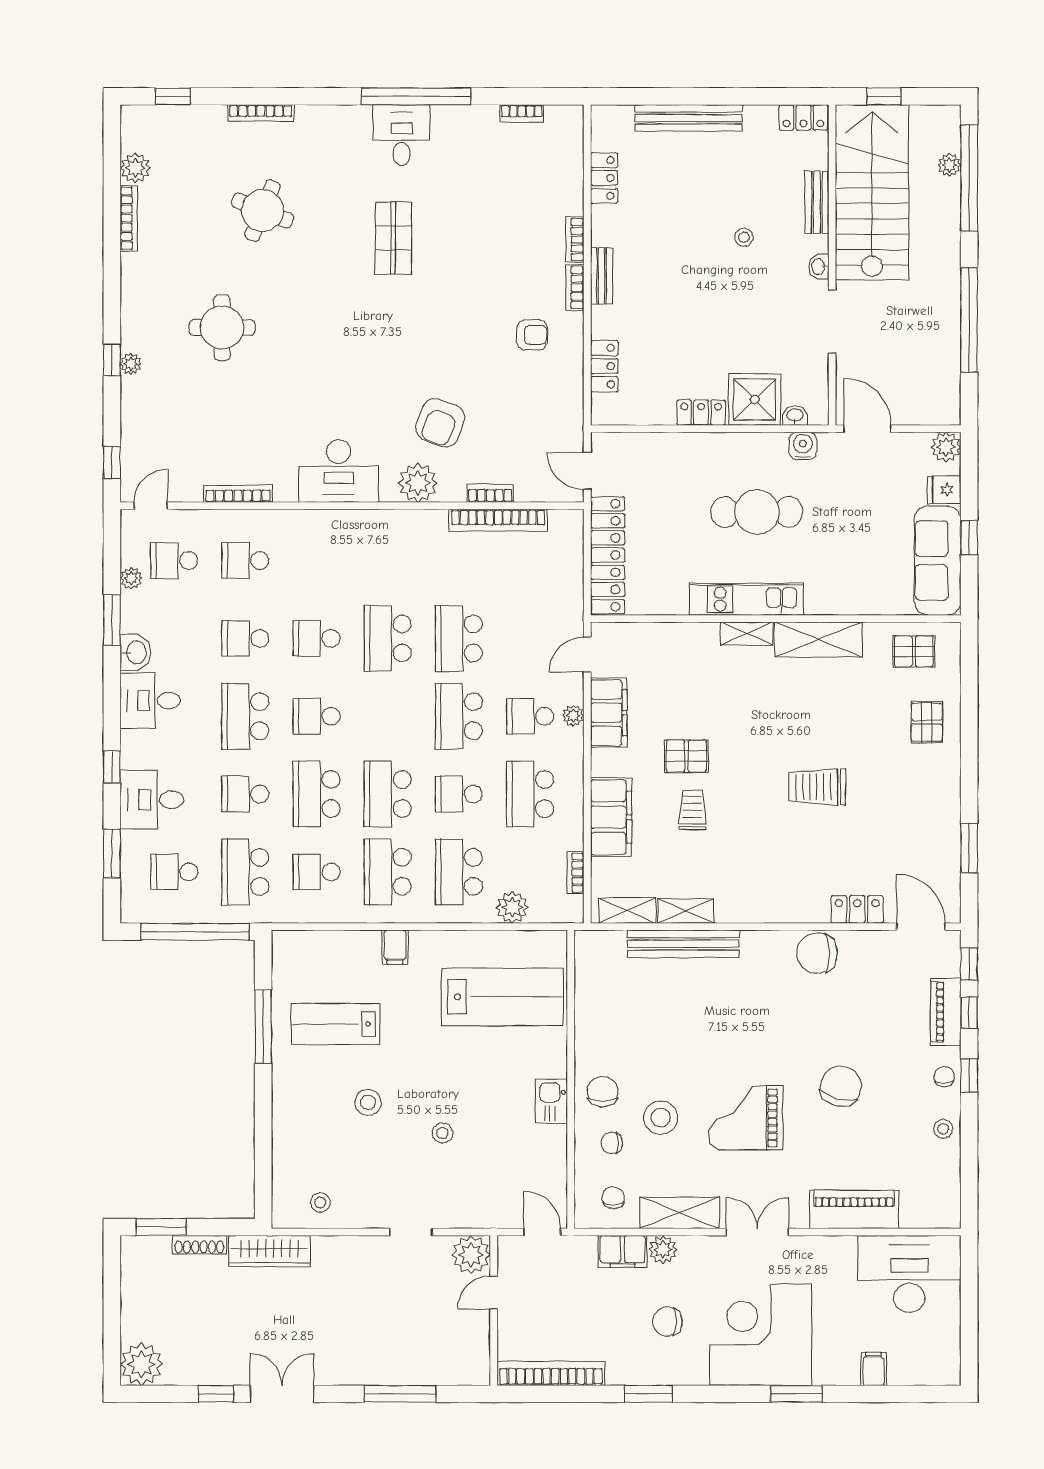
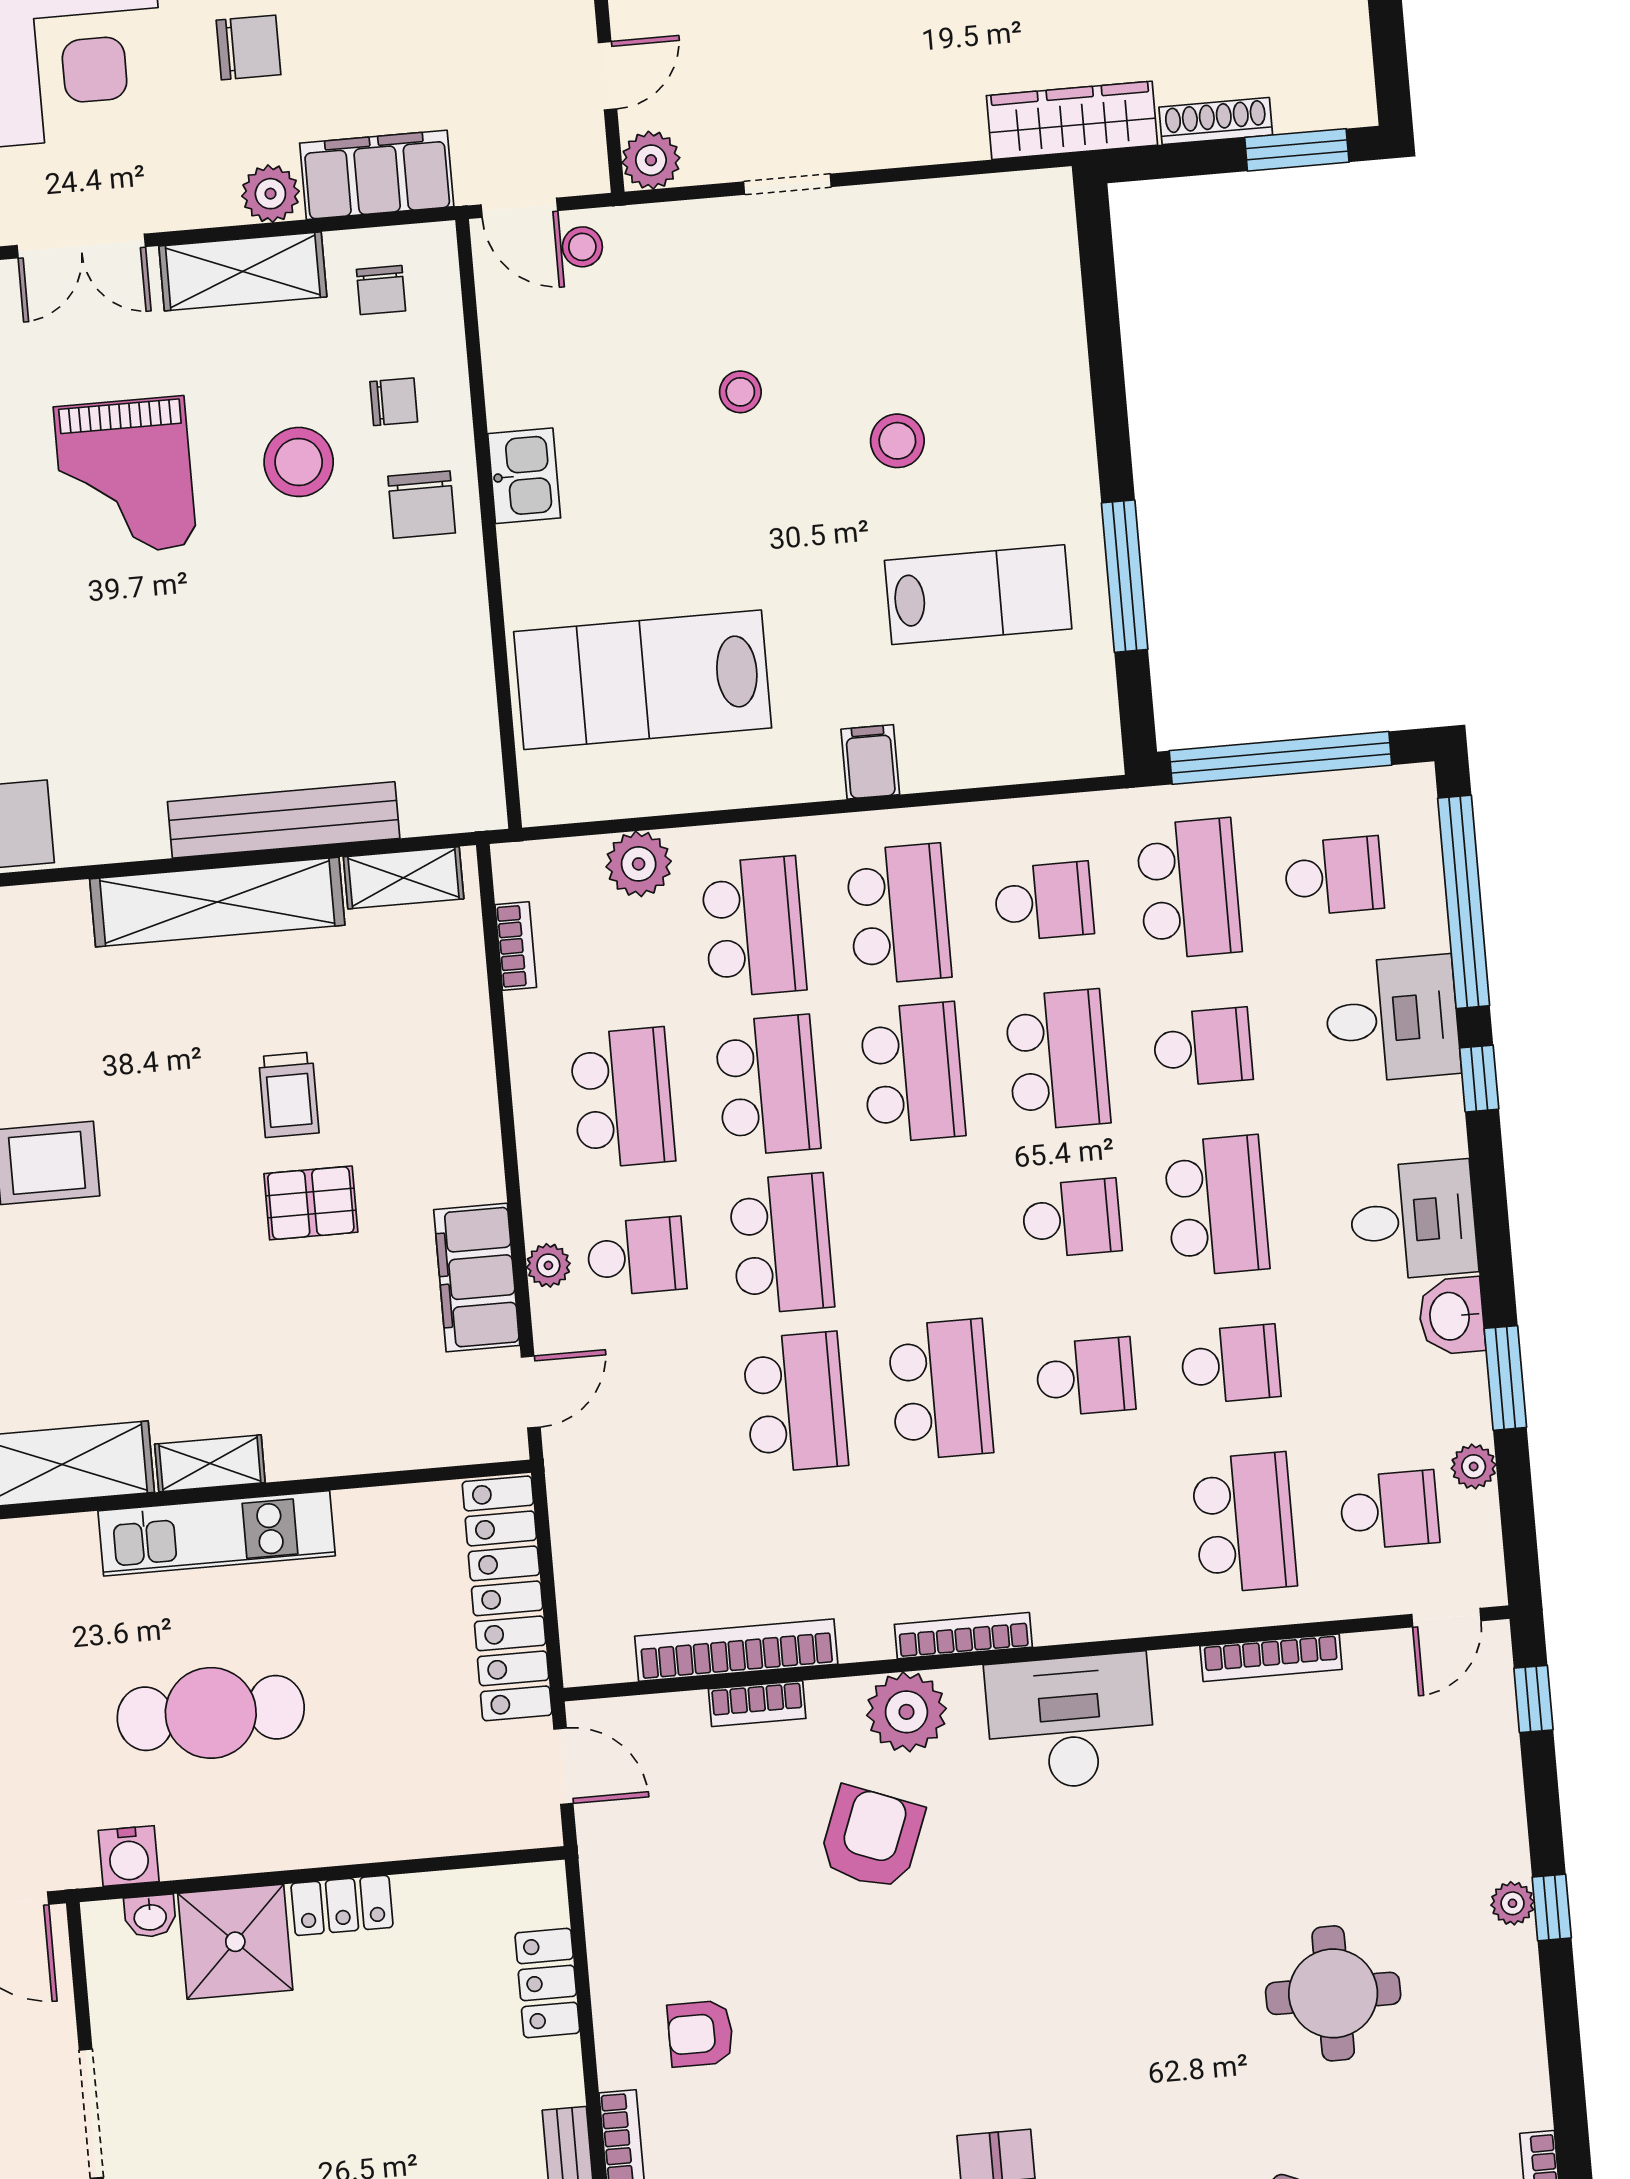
bookcase: (387, 518) -> (963, 1636), added
school desk: (245, 561) -> (1244, 1523), width x1.85
school desk: (459, 794) -> (767, 1085), width x1.85
filing cabinet: (611, 817) -> (453, 1065), removed
window: (112, 854) -> (1464, 902), width x2.11
shelving: (686, 911) -> (217, 902), width x2.20, depth x1.33
grand piano: (746, 1118) -> (125, 477), turned 90
stool: (320, 1202) -> (582, 247), moved
filing cabinet: (622, 1251) -> (377, 175), width x1.50, depth x1.17
plant: (471, 1255) -> (651, 160), width x0.73, depth x0.73

